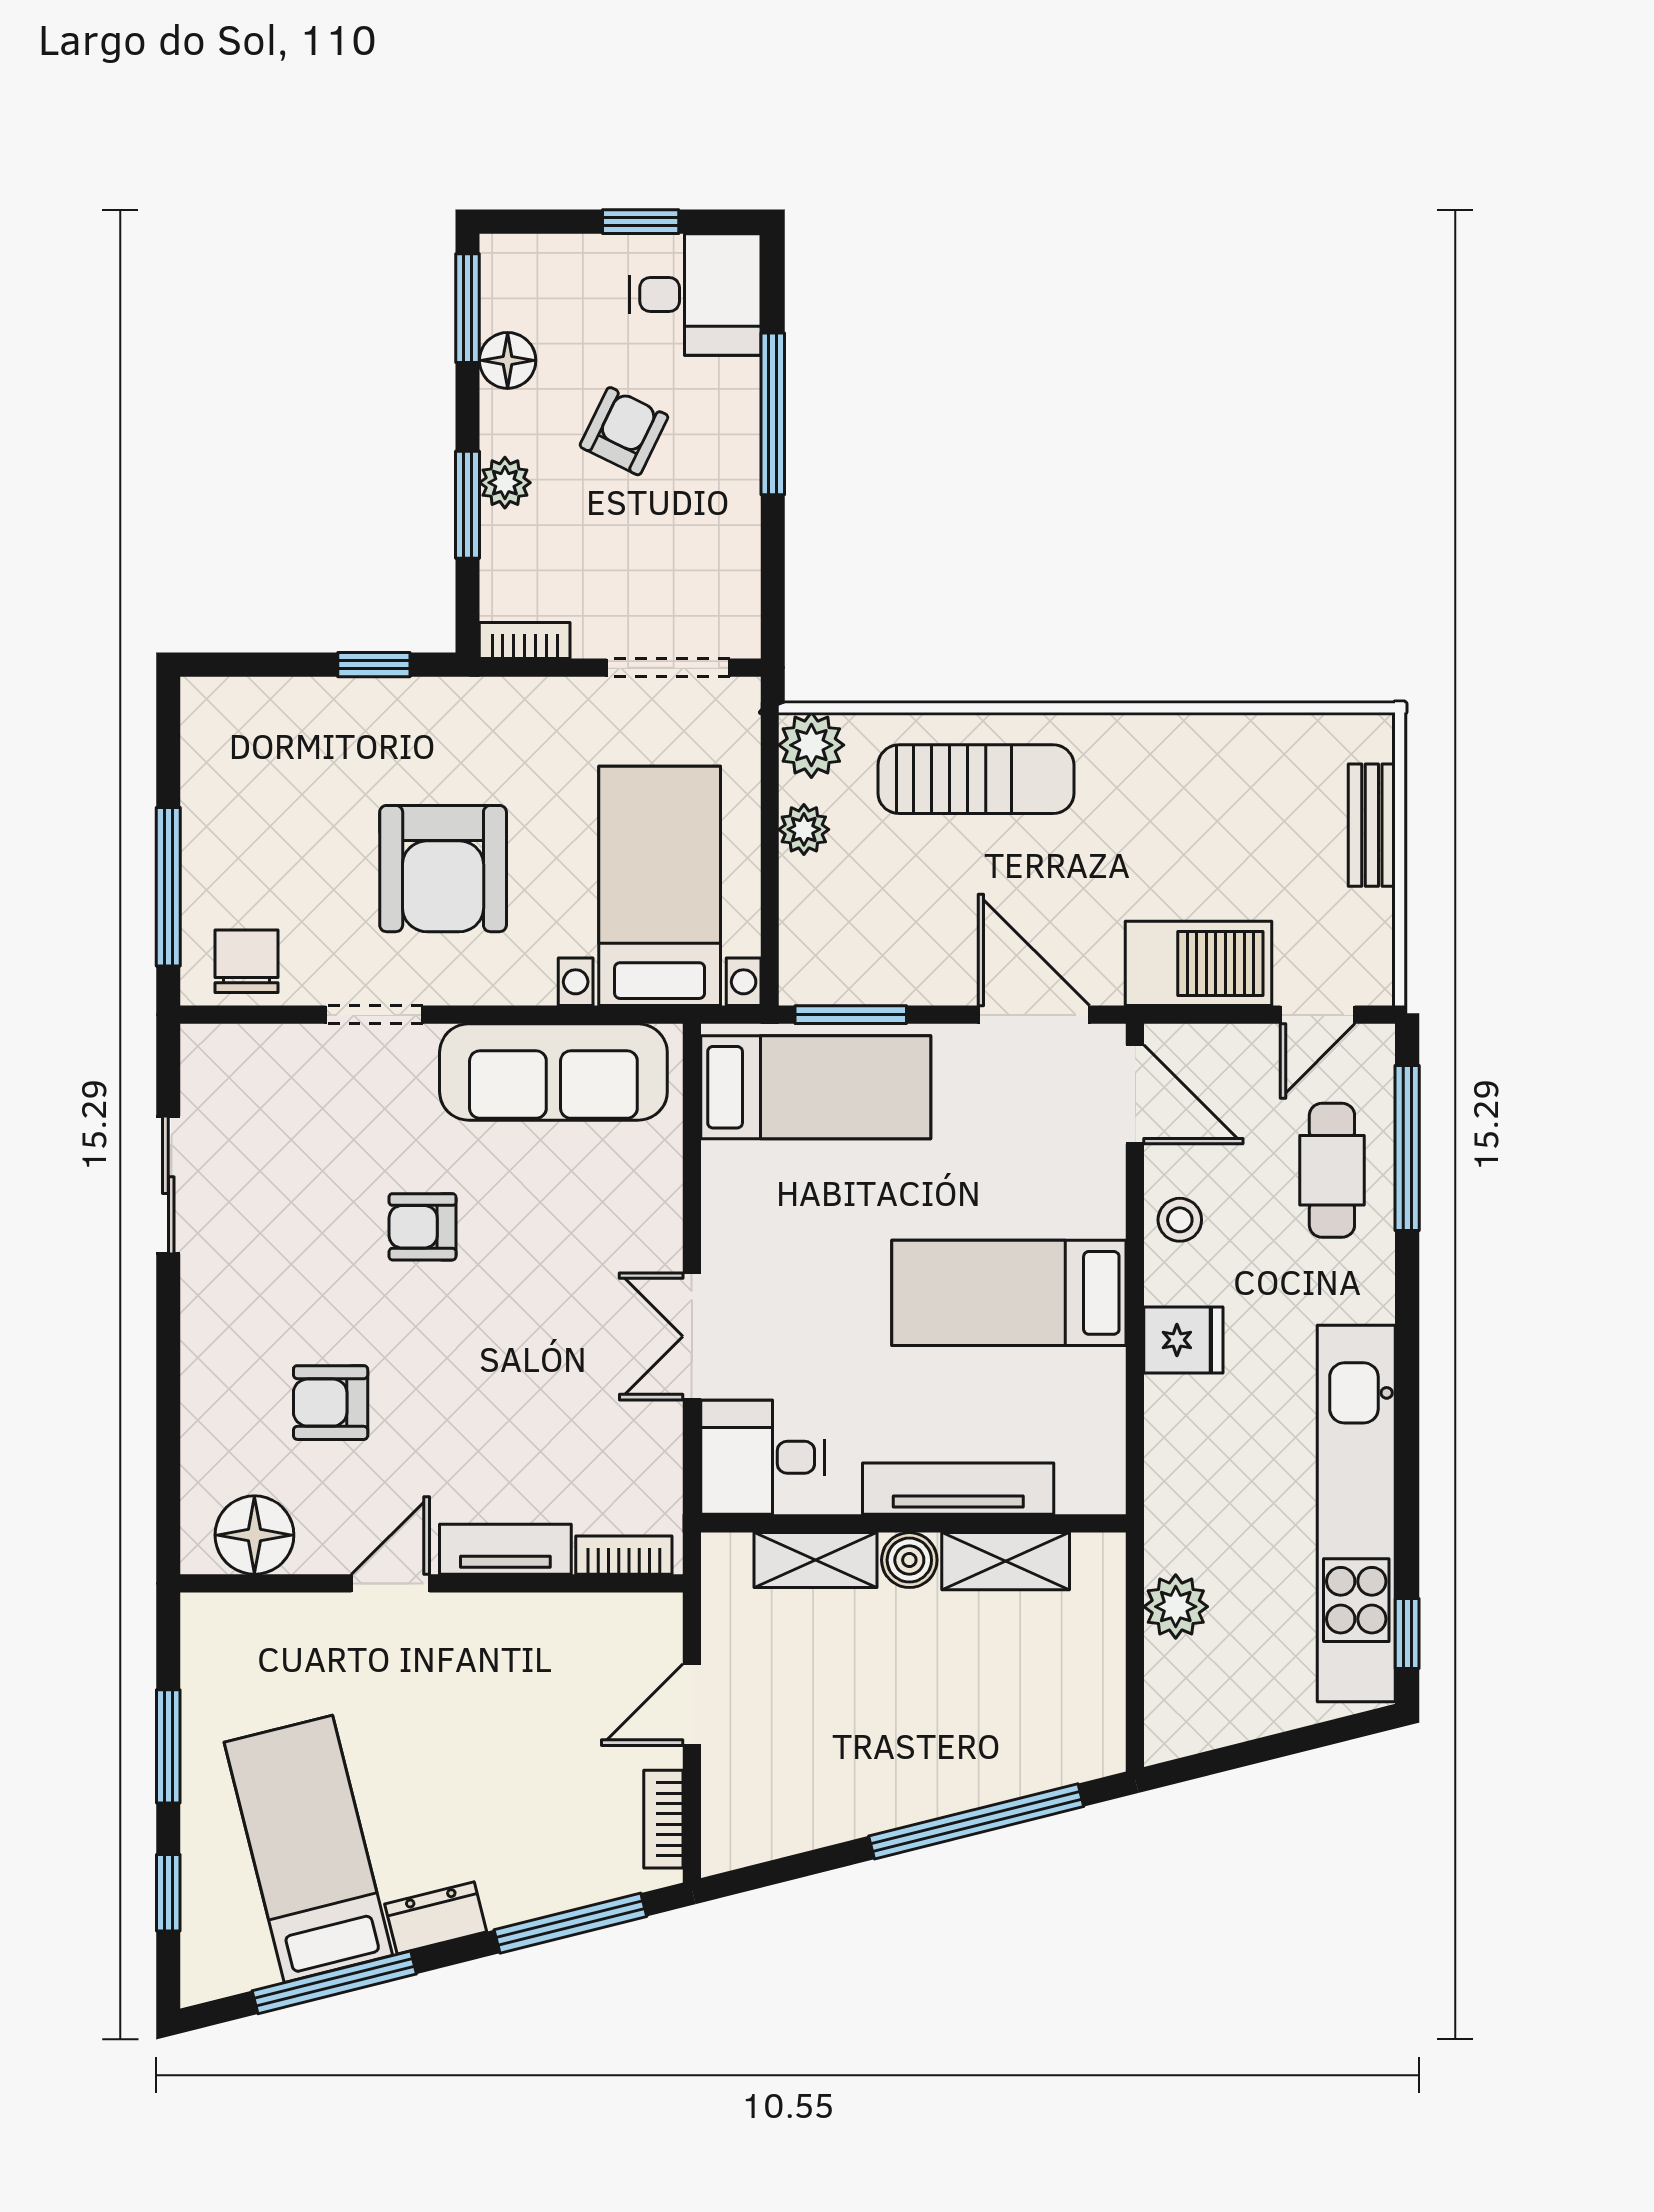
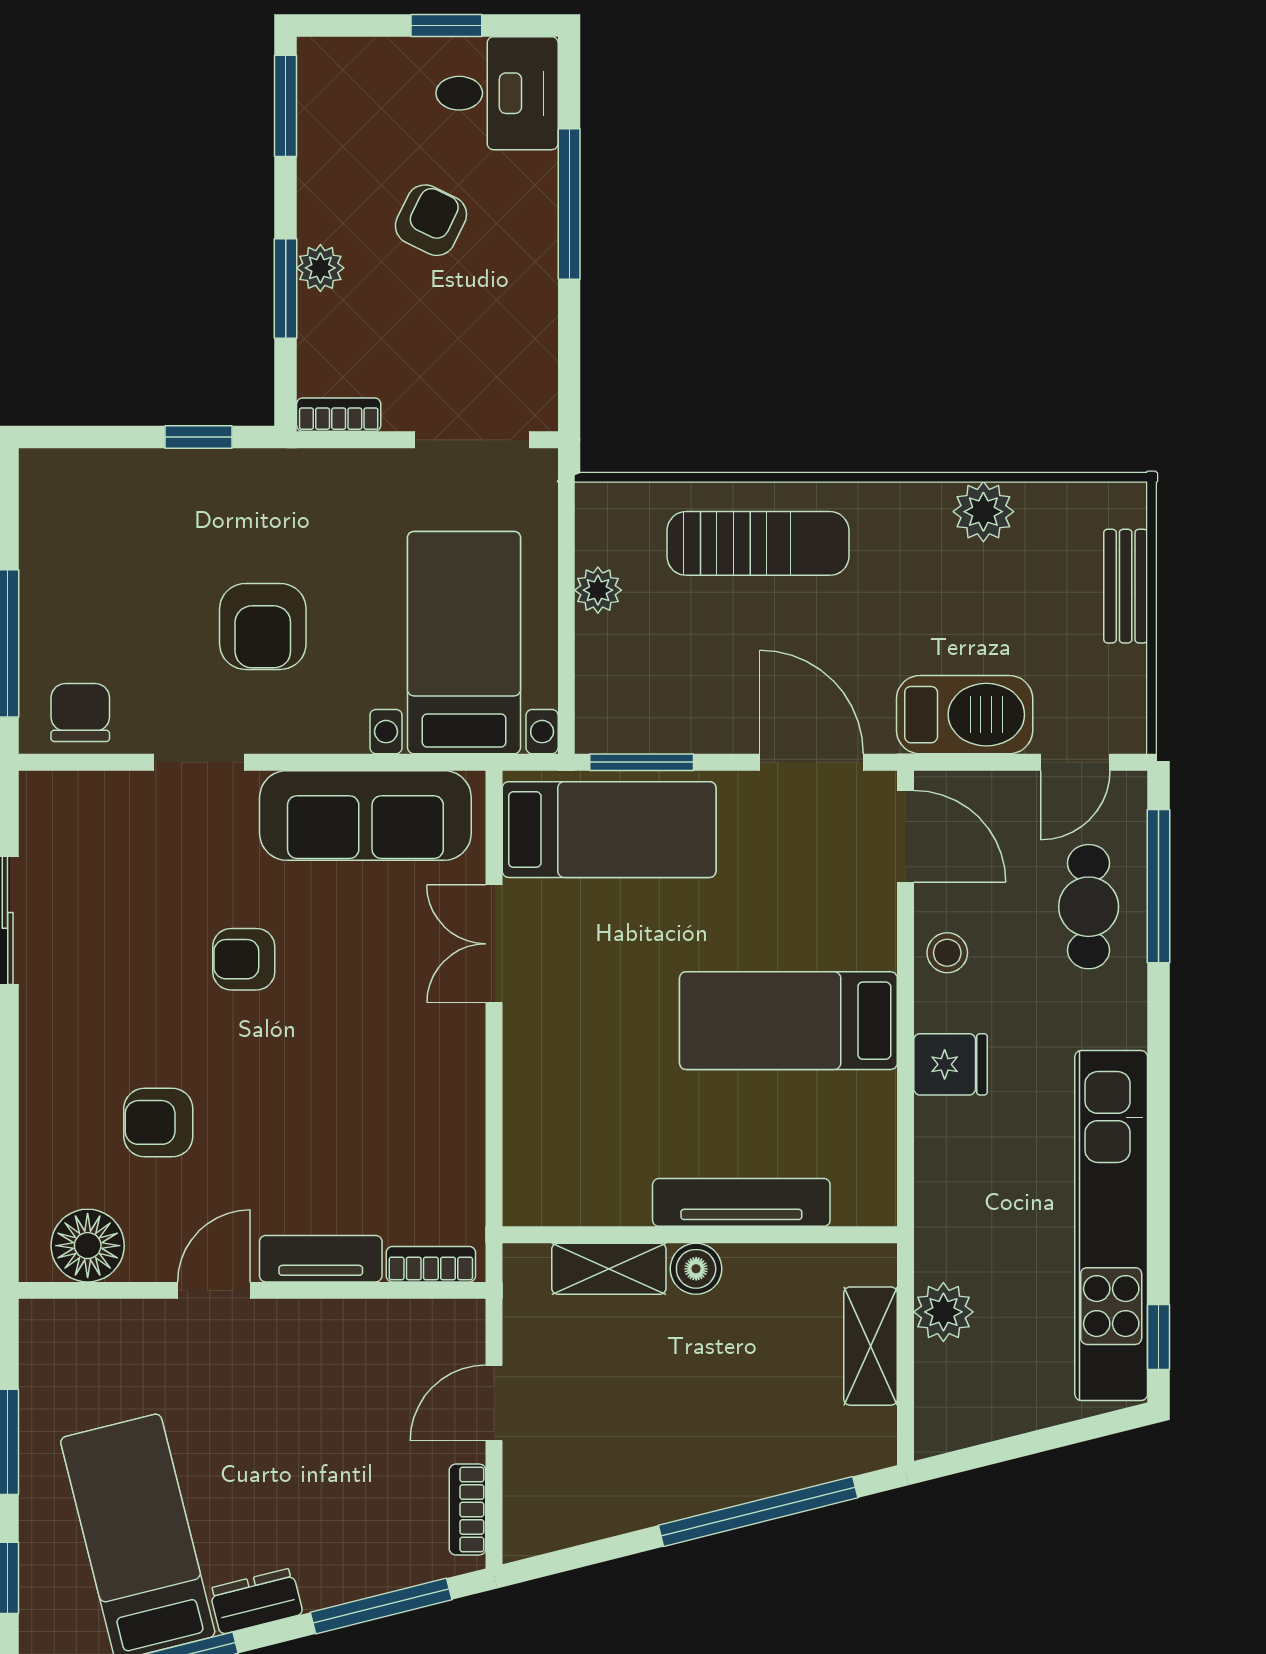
floor lamp: (508, 360) -> (323, 154), removed
plant: (811, 745) -> (983, 512), moved
armchair: (443, 869) -> (263, 626), width x0.73, depth x0.73
double door: (692, 1336) -> (494, 944), moved
desk: (763, 1457) -> (560, 1173), removed
shelving: (1006, 1561) -> (871, 1346), moved, turned 90

